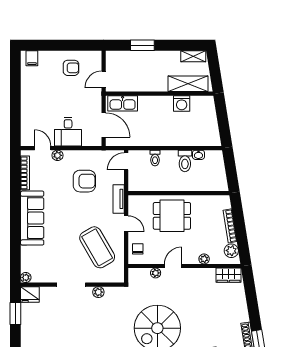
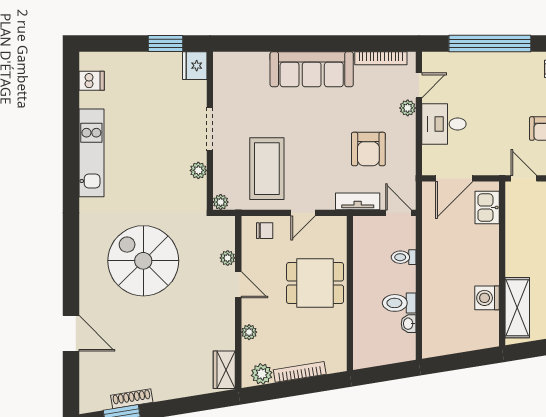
window: (15, 102) -> (490, 43), added
kitchen sink: (123, 103) -> (487, 208), width x0.73
tv unit: (119, 199) -> (358, 201), moved
dining table: (172, 216) -> (315, 283), turned 90
coffee table: (97, 247) -> (267, 169), turned -60
plant: (26, 277) -> (221, 202), moved

